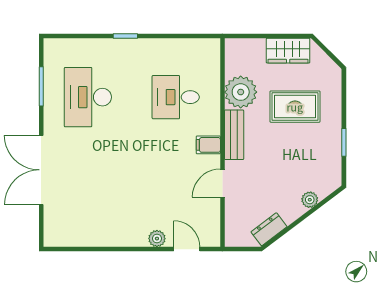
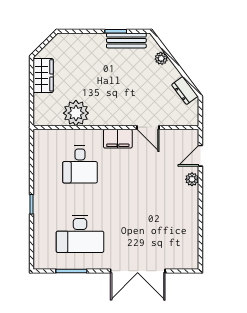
rug: (295, 107) -> (87, 70), removed
bench: (234, 135) -> (126, 40), moved
filing cabinet: (208, 145) -> (118, 139), width x2.00

